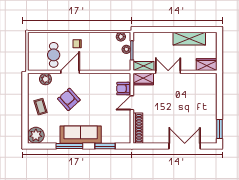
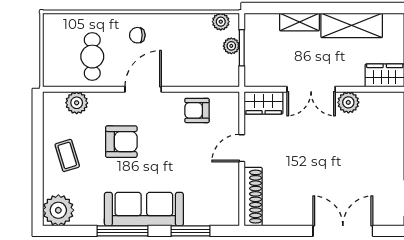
shelving: (143, 66) -> (299, 22), moved
door: (70, 72) -> (143, 89), moved
double door: (168, 72) -> (311, 89), swing flipped
plant: (188, 79) -> (348, 102), added
armchair: (123, 89) -> (197, 110), moved
armchair: (69, 99) -> (121, 142), turned 132

